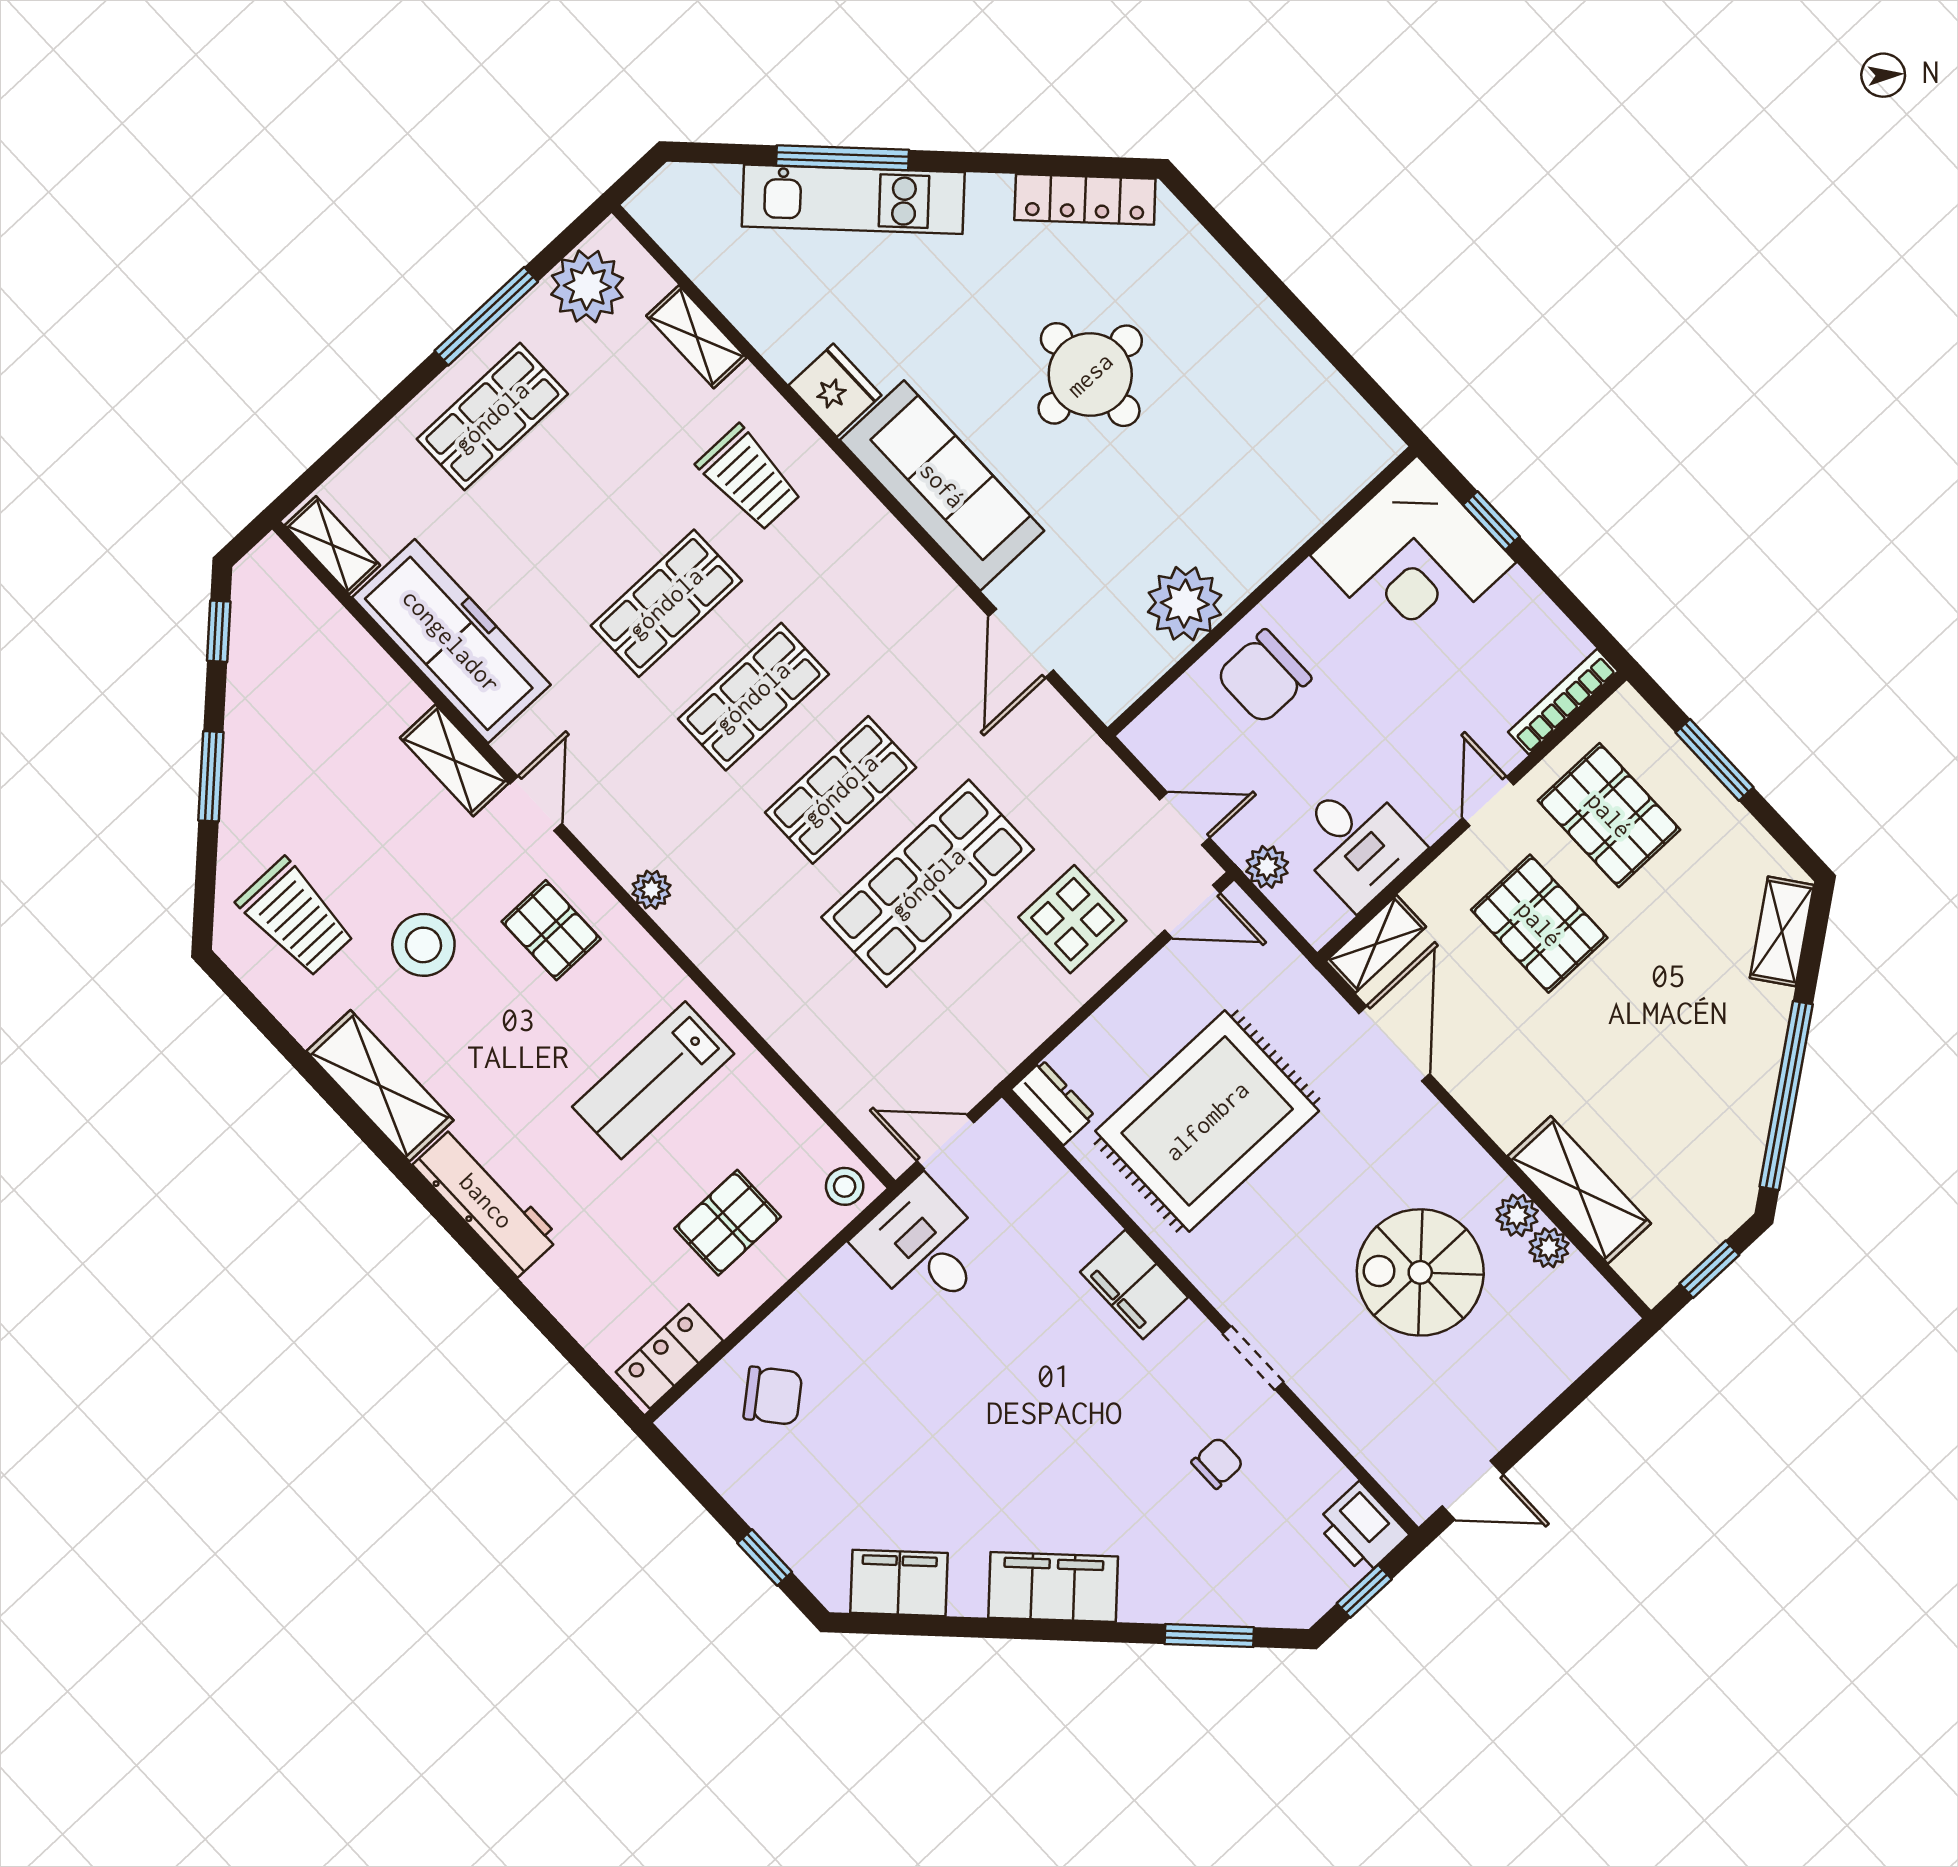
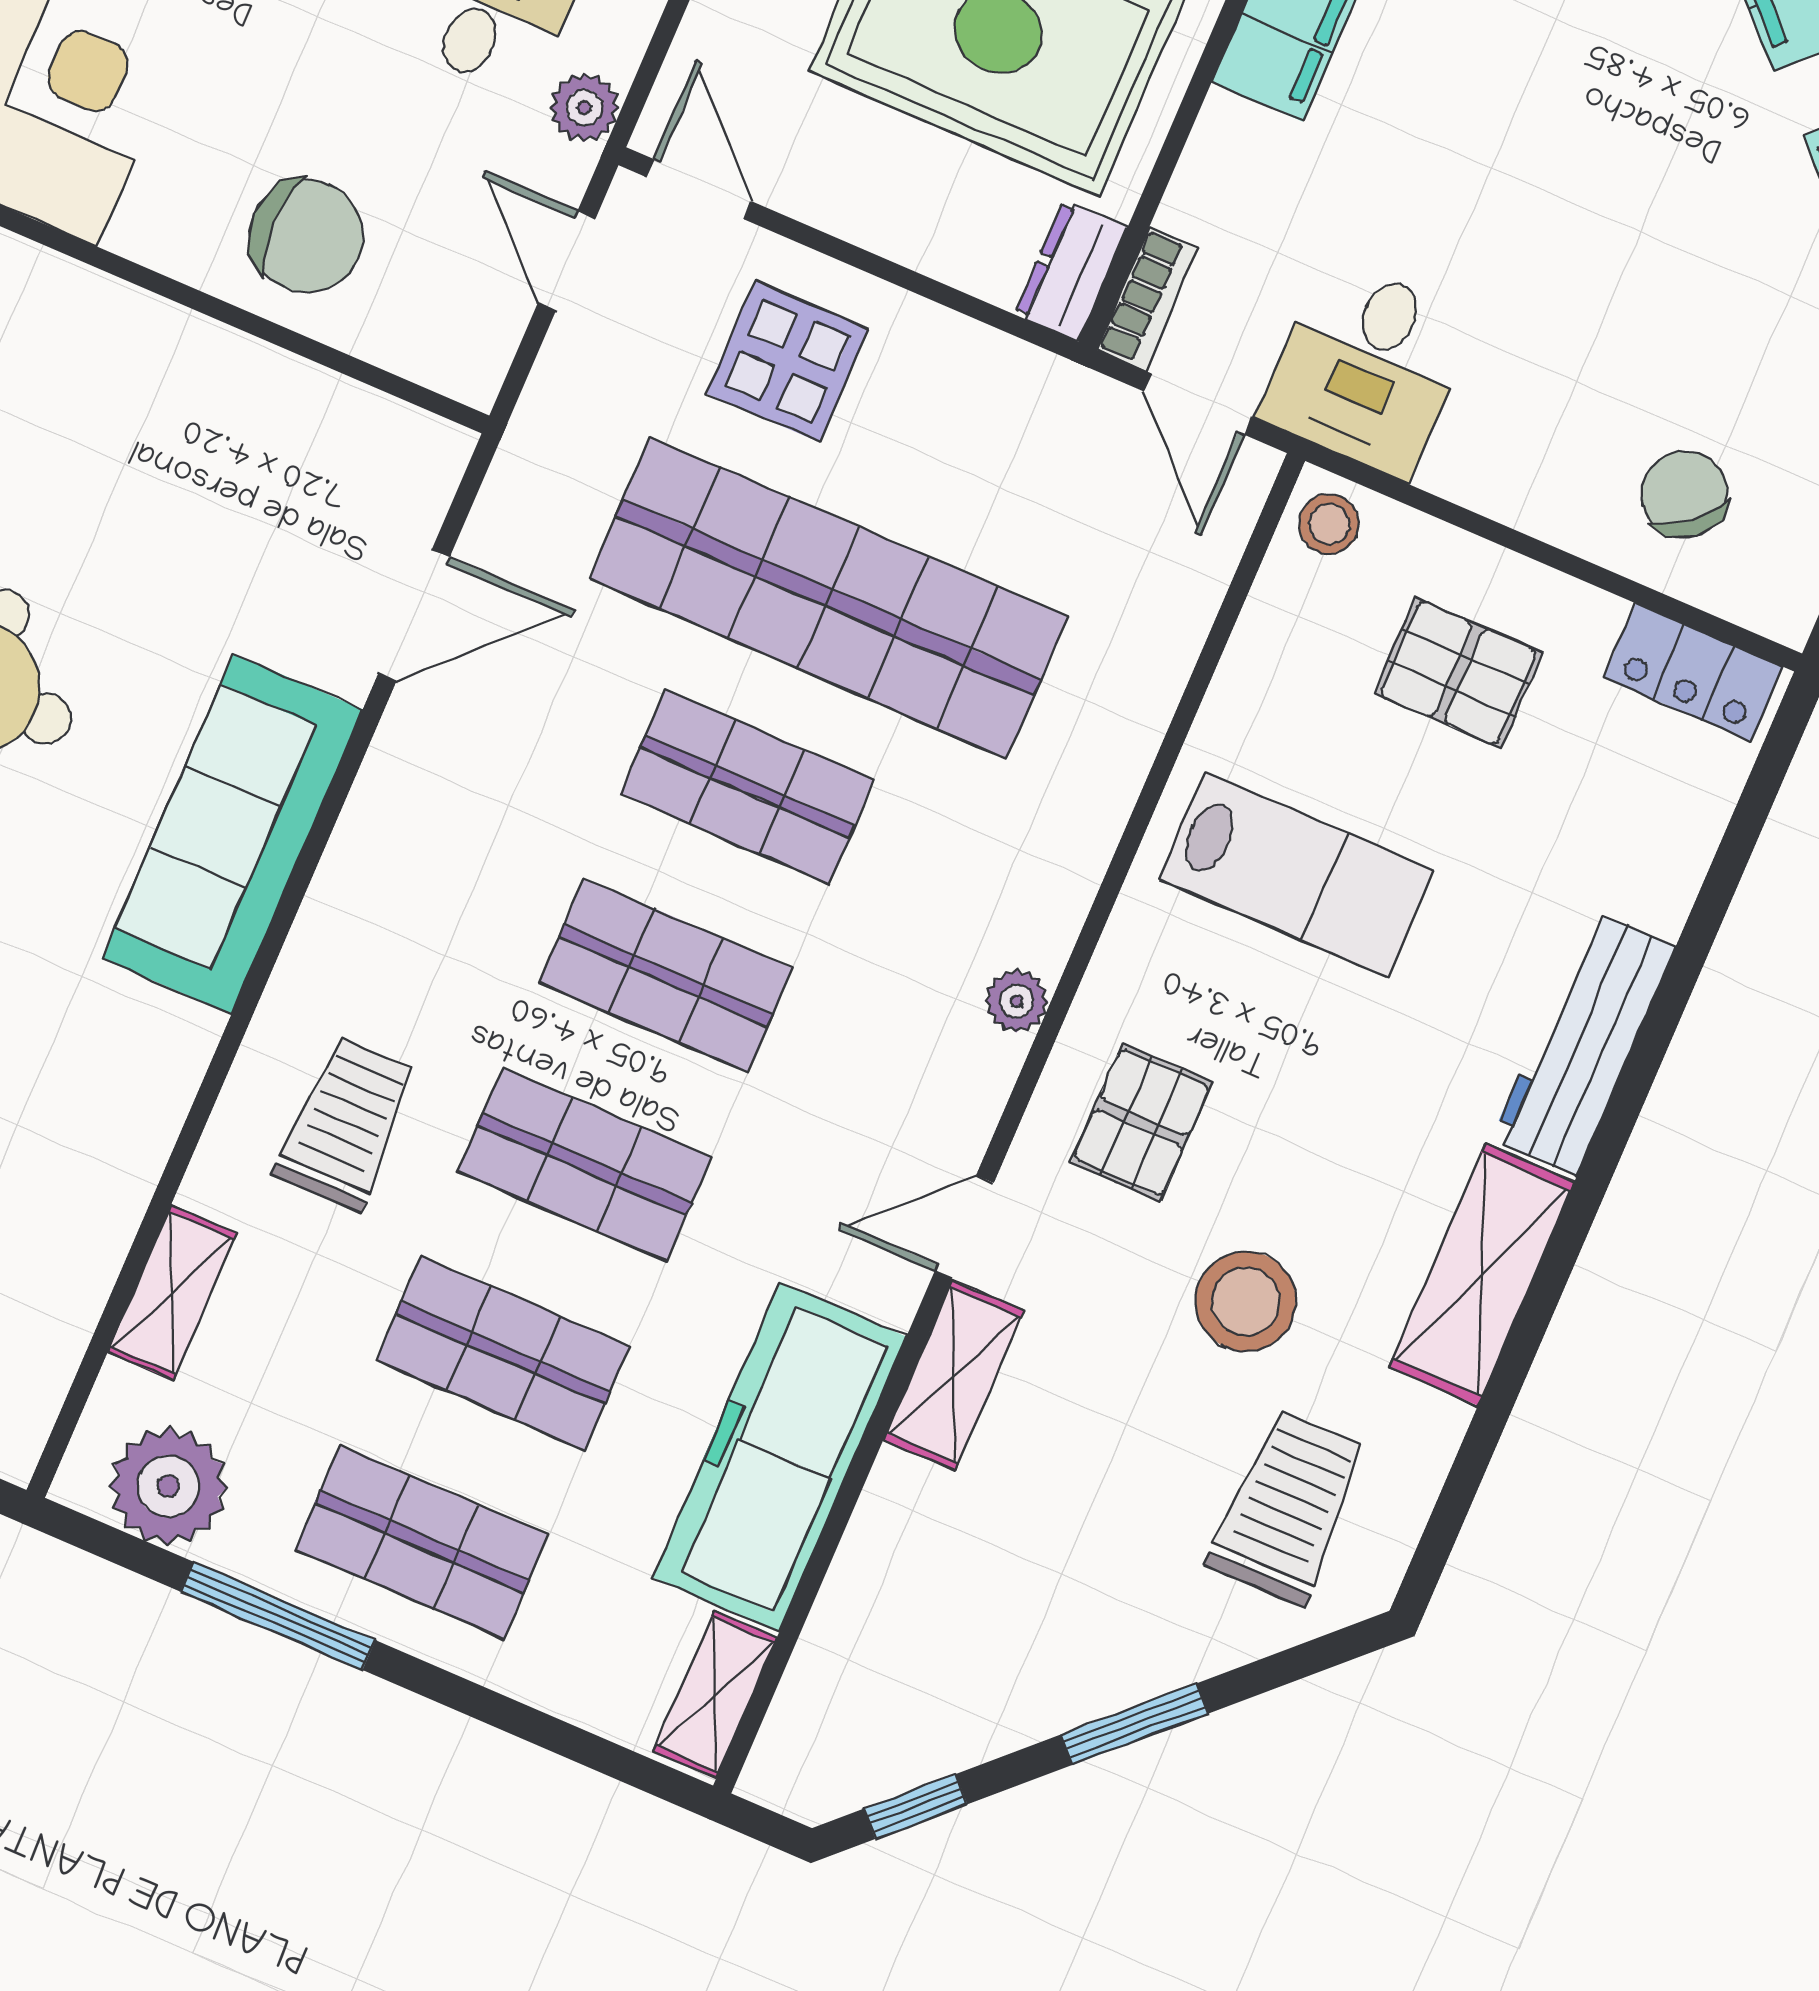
fridge: (835, 390) -> (161, 1053), removed
shop shelf: (579, 510) -> (503, 1353), added
plant: (1185, 604) -> (249, 400), removed
shop shelf: (928, 883) -> (828, 598), width x1.40
bookcase: (1018, 1139) -> (1147, 299), added

